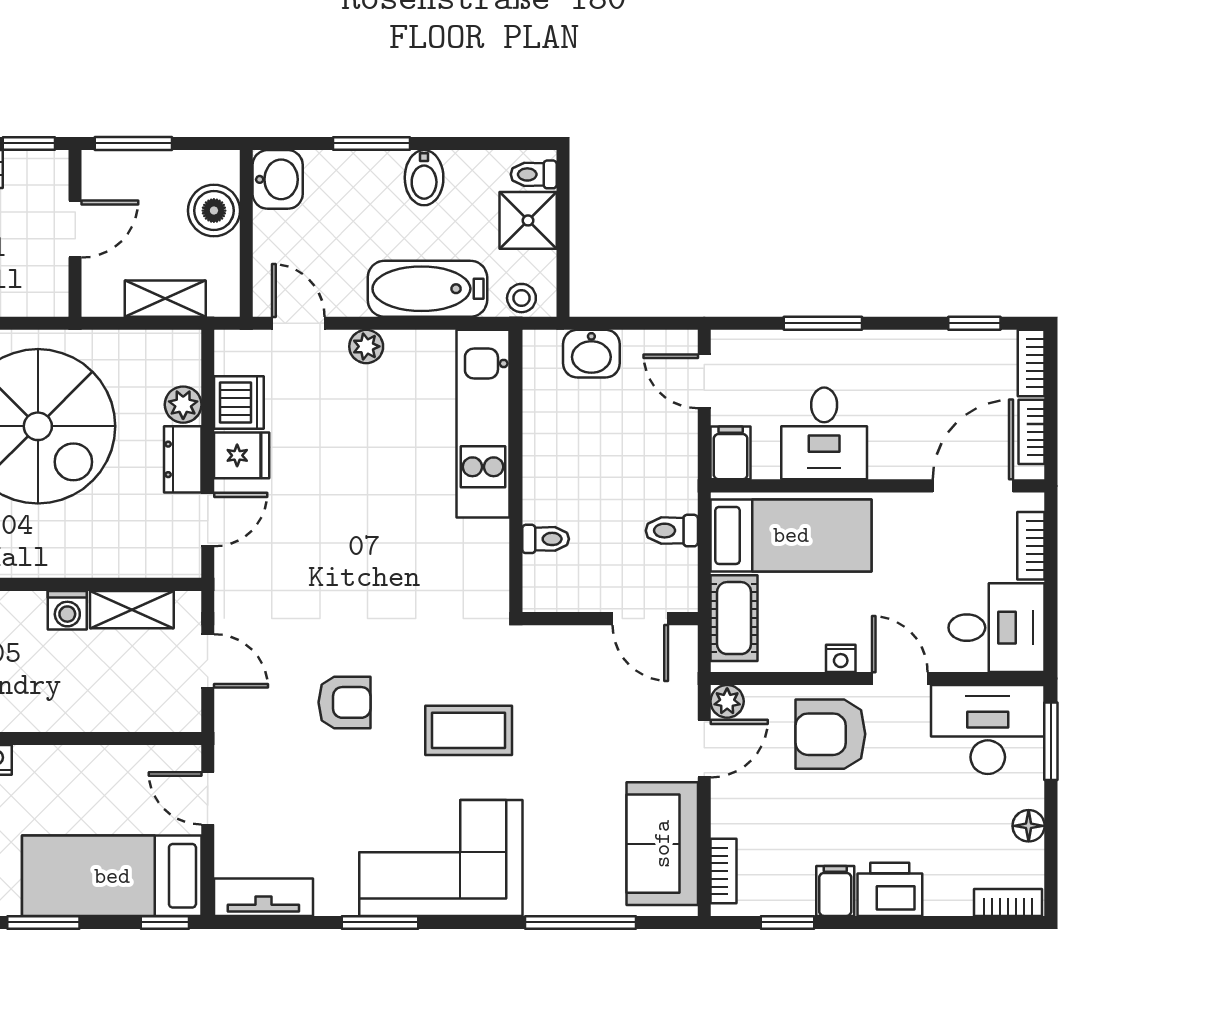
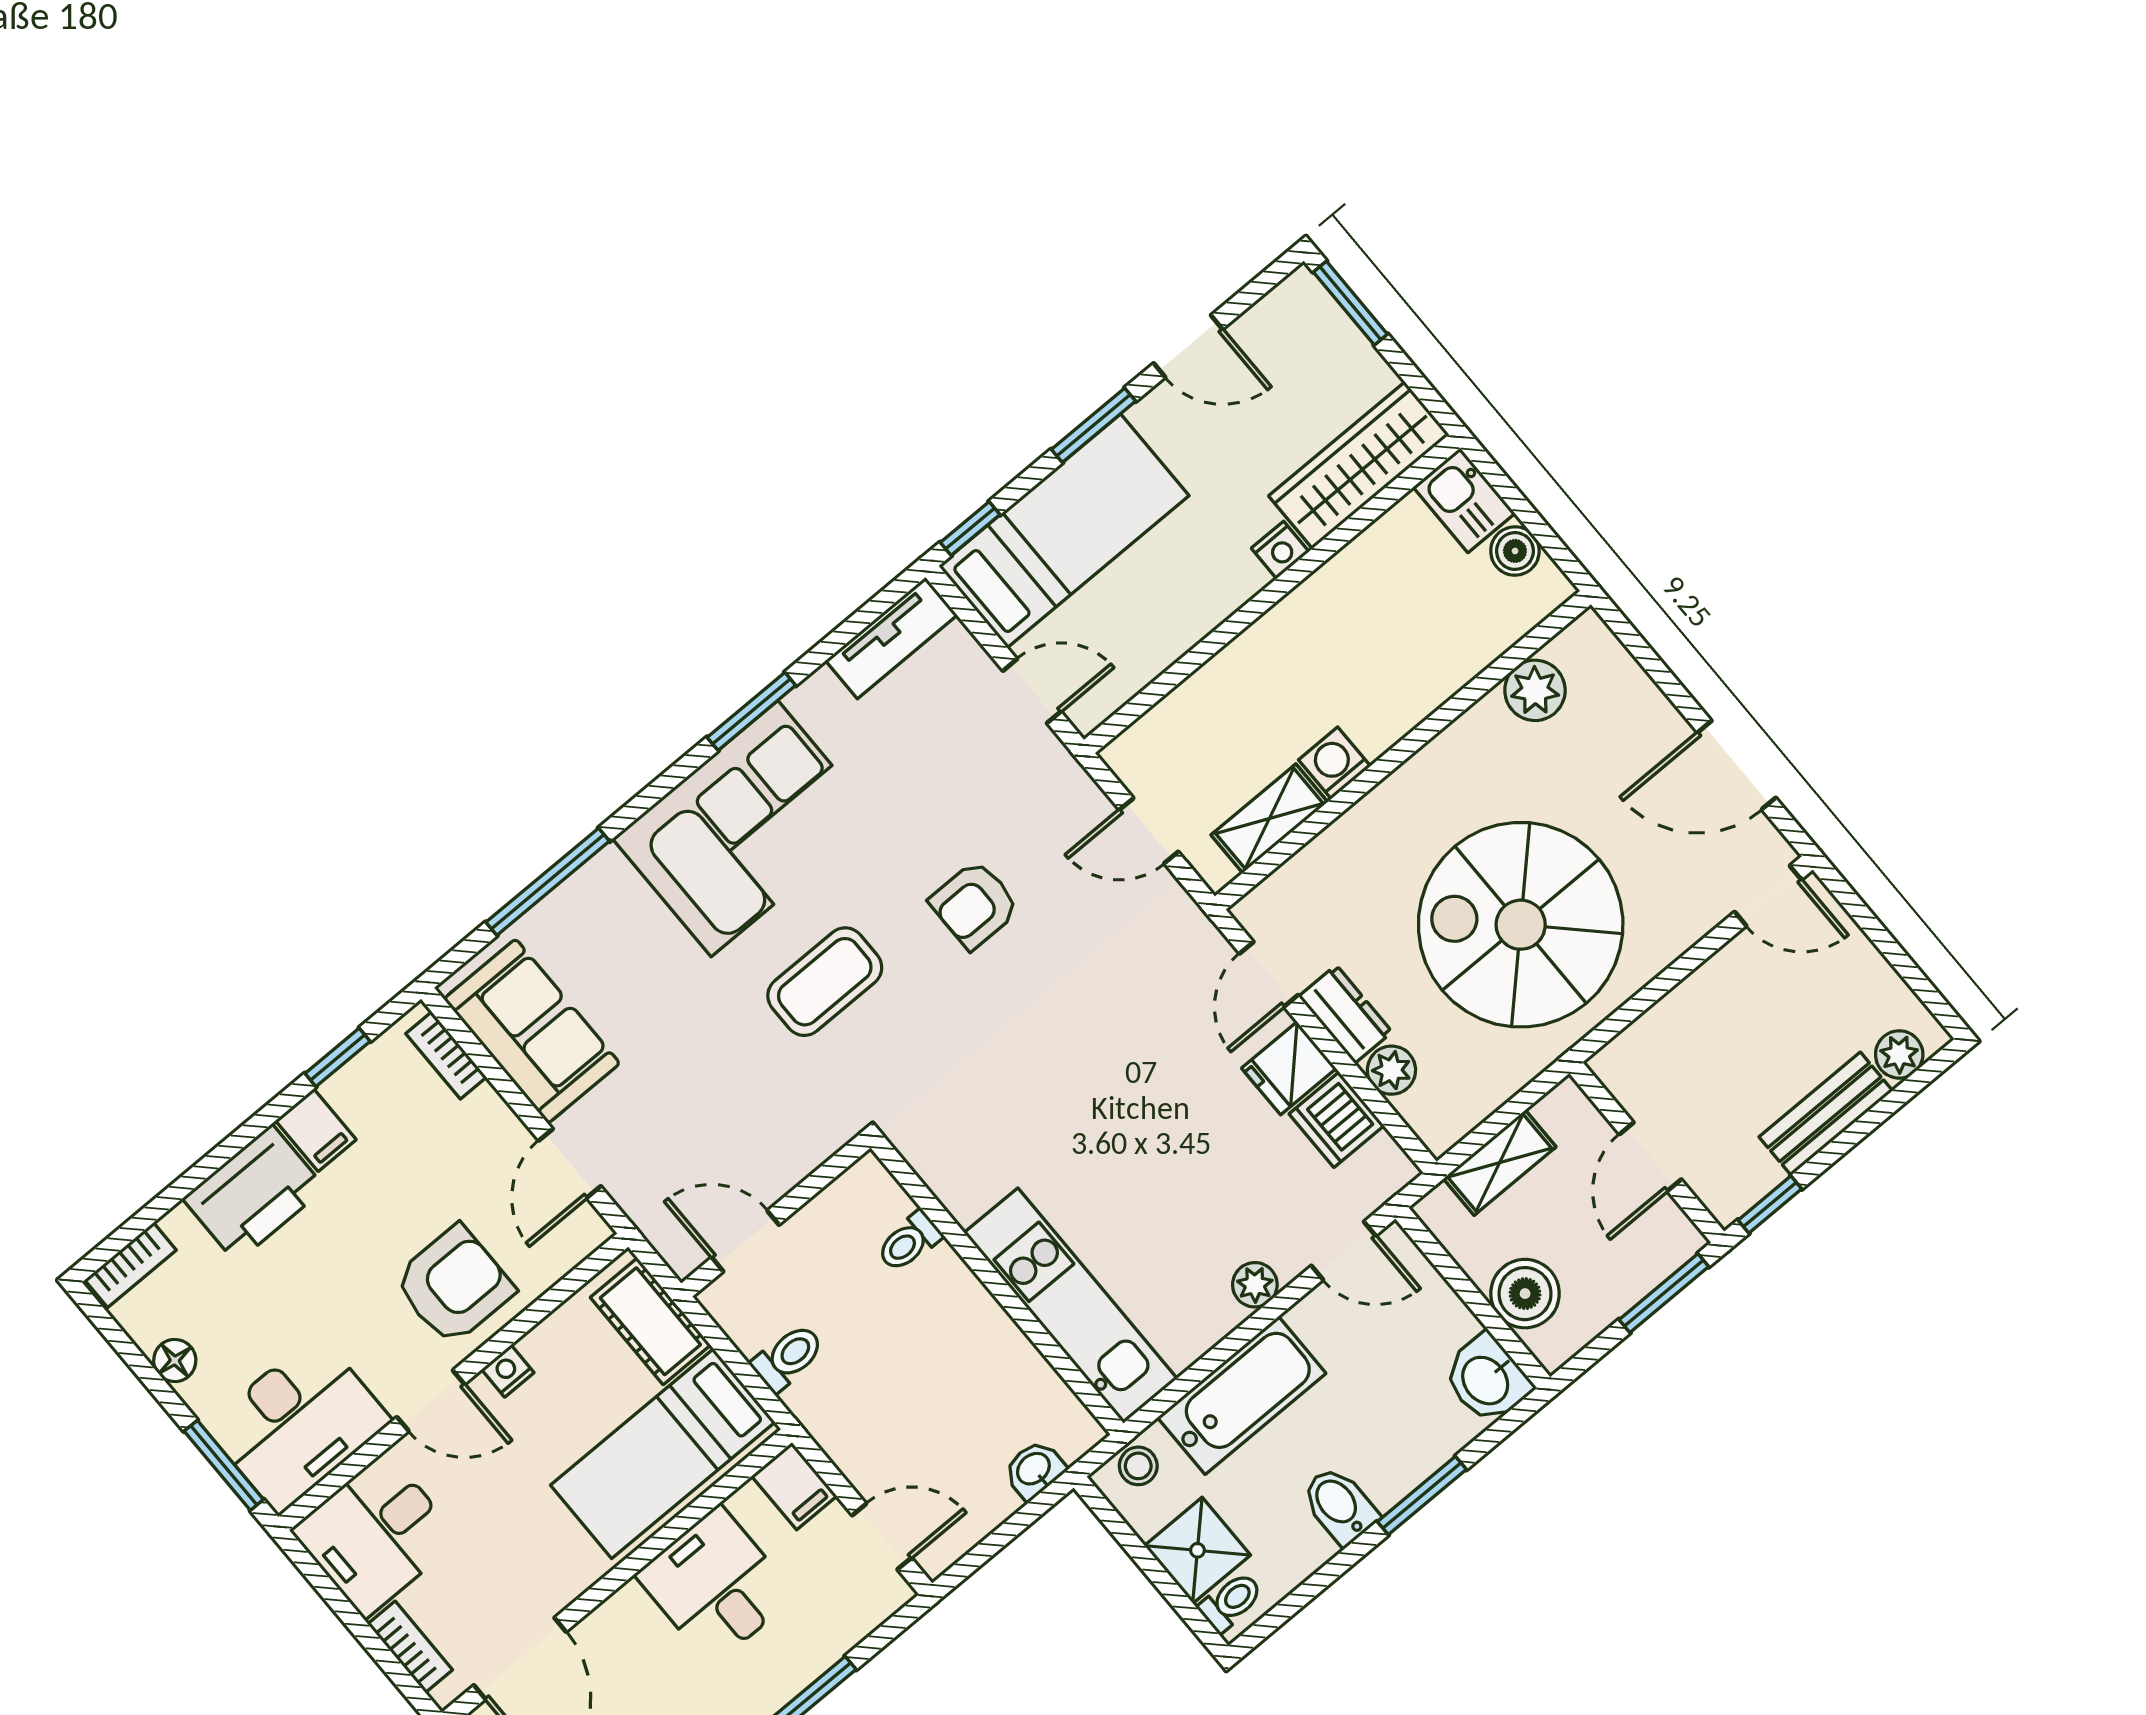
washbasin: (591, 354) -> (1034, 1470), width x0.72, depth x0.69
plant: (727, 701) -> (587, 1231), removed
printer: (890, 889) -> (254, 1193), width x1.37, depth x1.19

